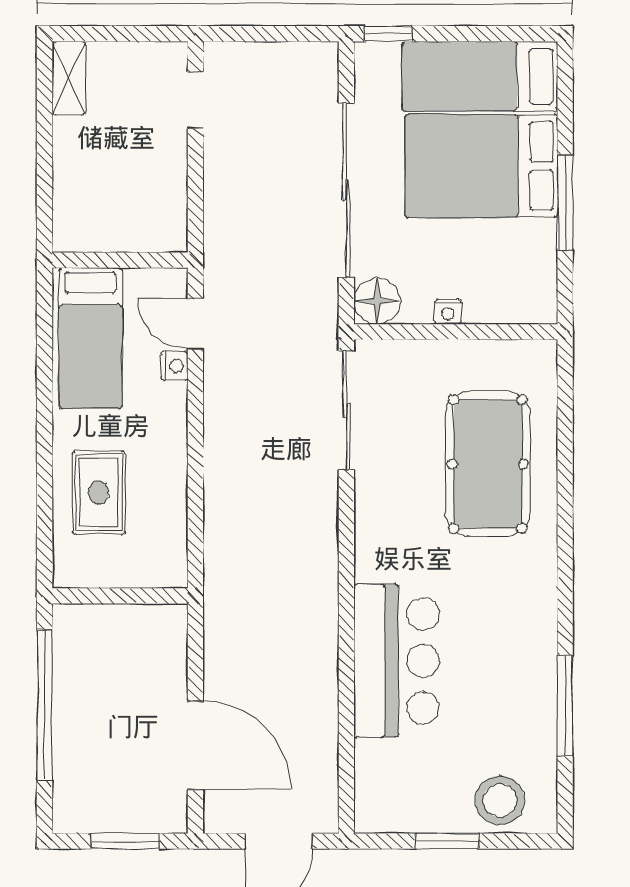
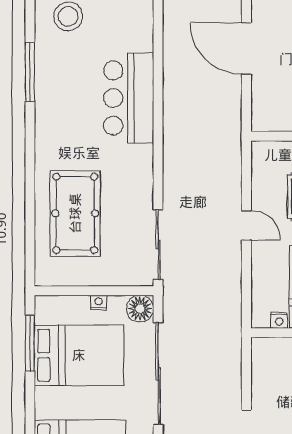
bed: (481, 166) -> (79, 355), moved
window: (565, 202) -> (30, 343), moved
door: (195, 324) -> (246, 225), moved
nightstand: (174, 366) -> (279, 320), moved, turned -90

